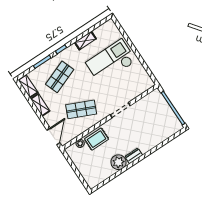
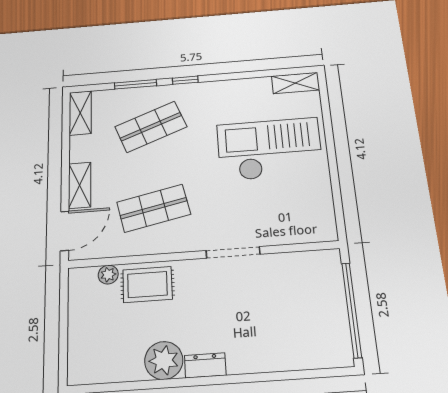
shelving: (85, 41) -> (296, 83), moved
shelving: (40, 105) -> (80, 185), moved
shop shelf: (81, 109) -> (154, 208), turned -36

